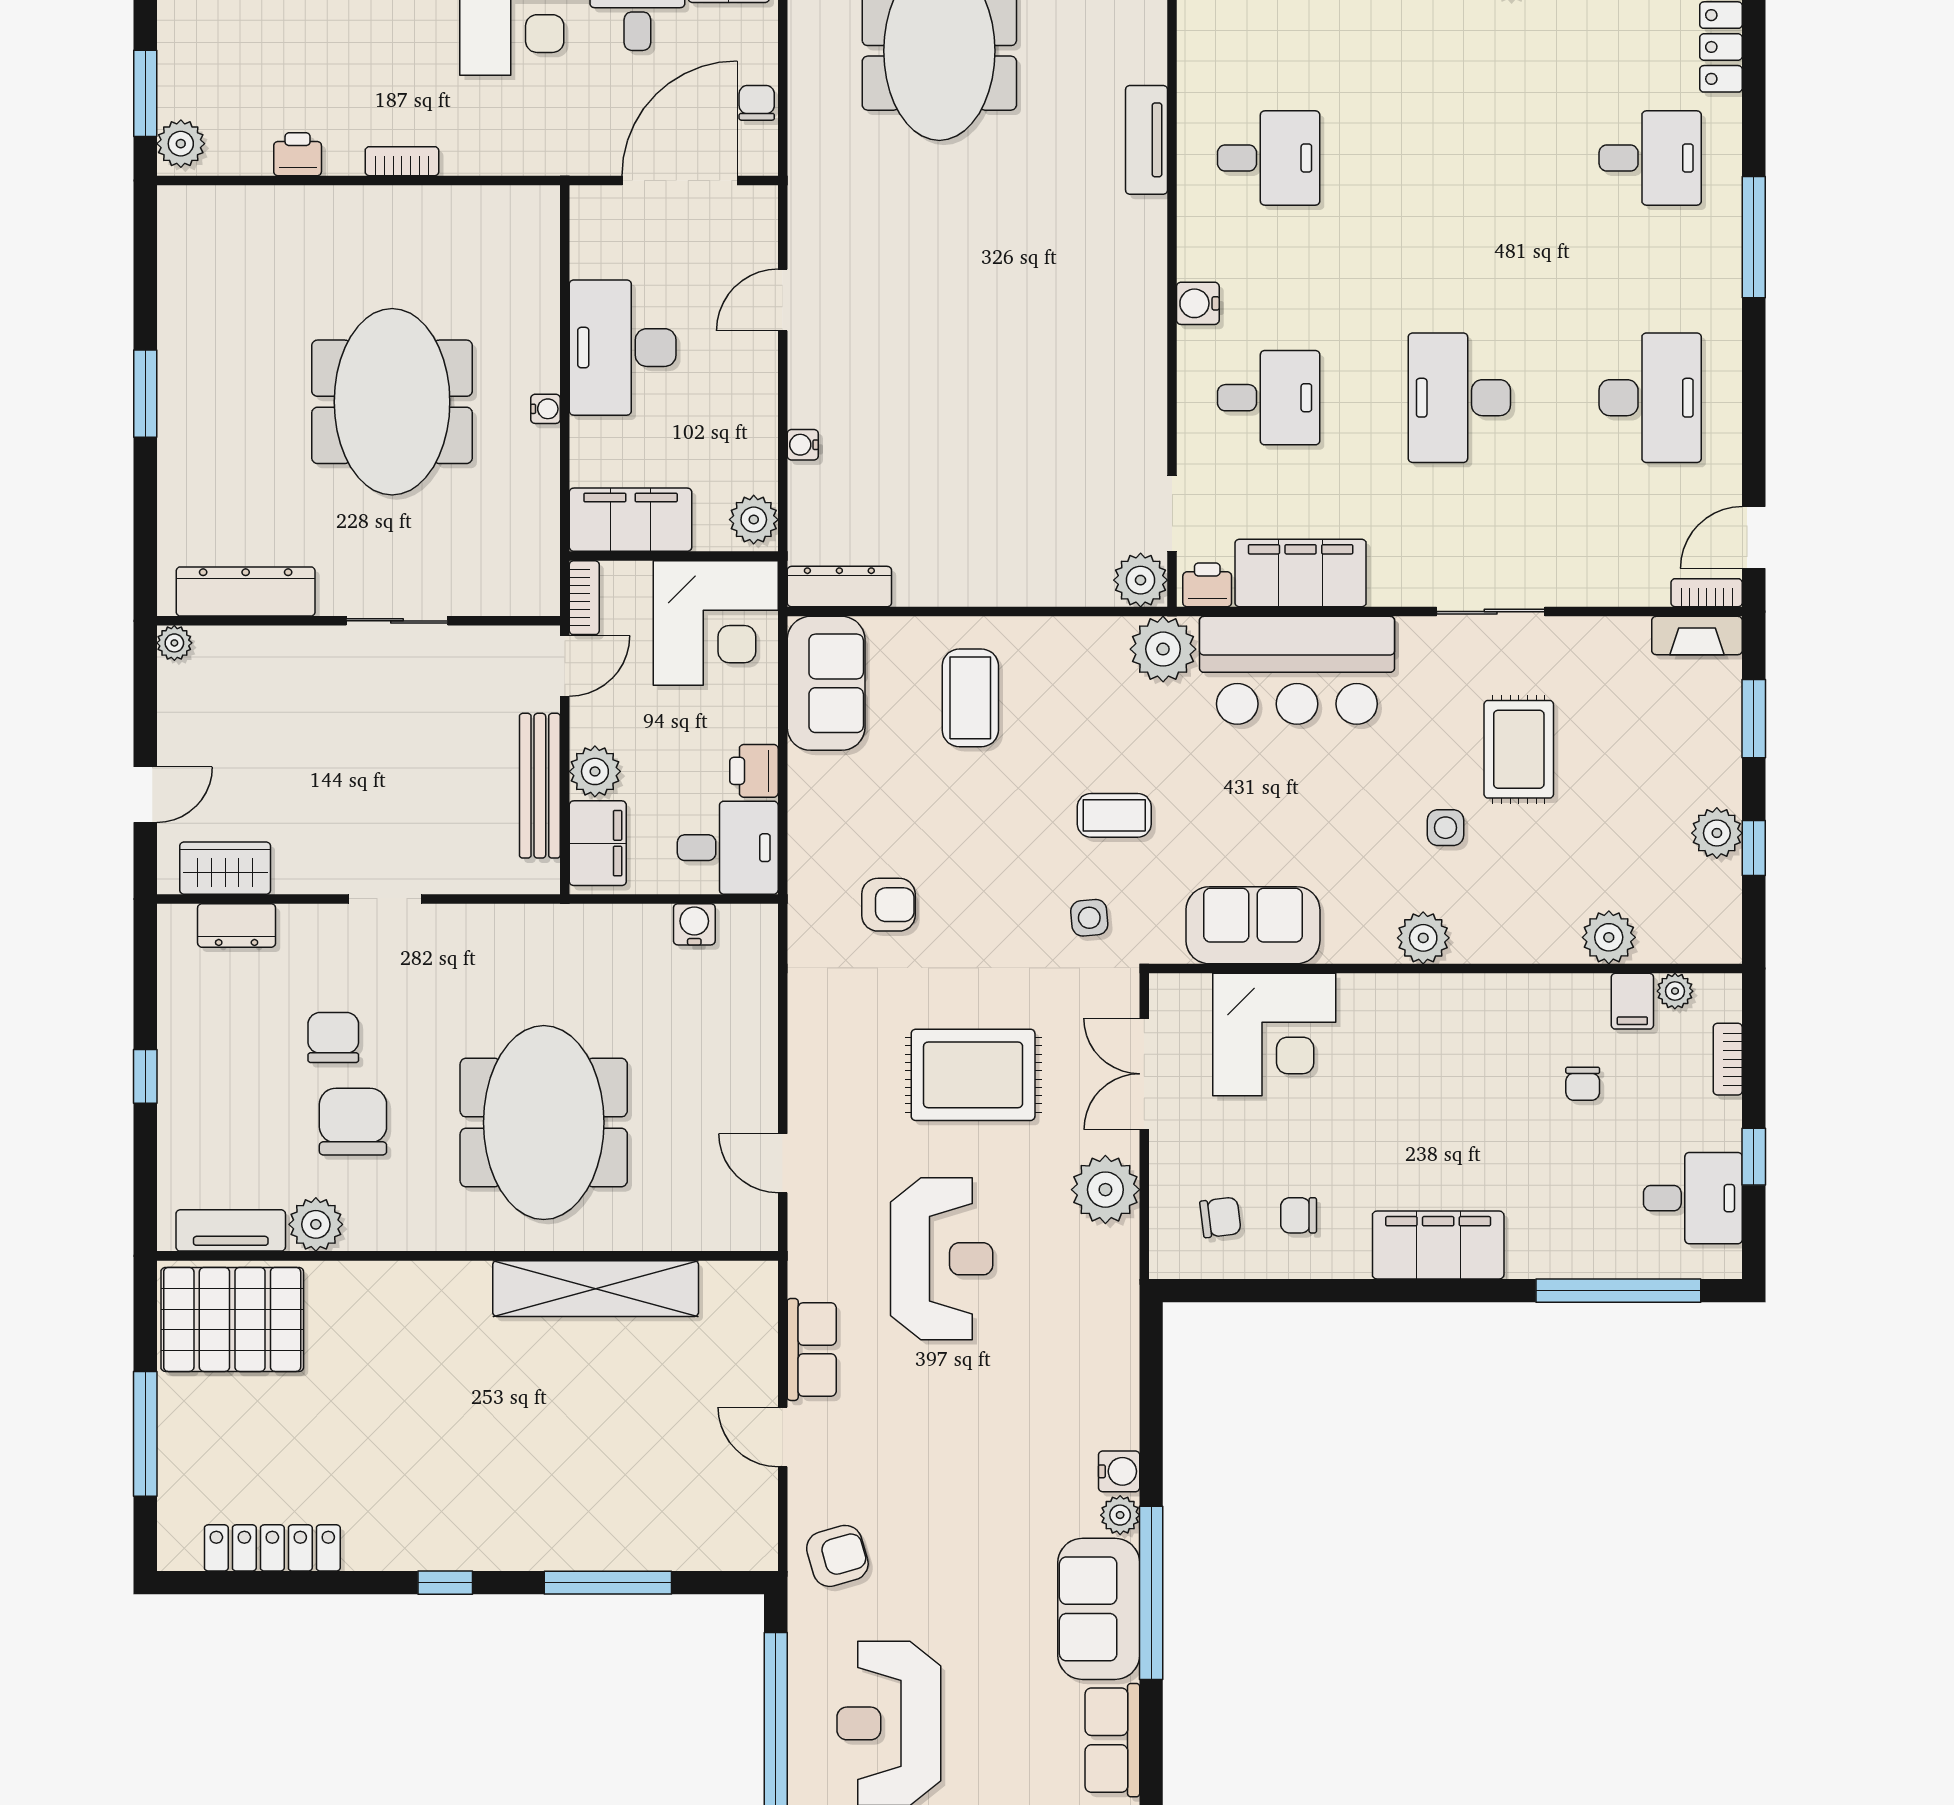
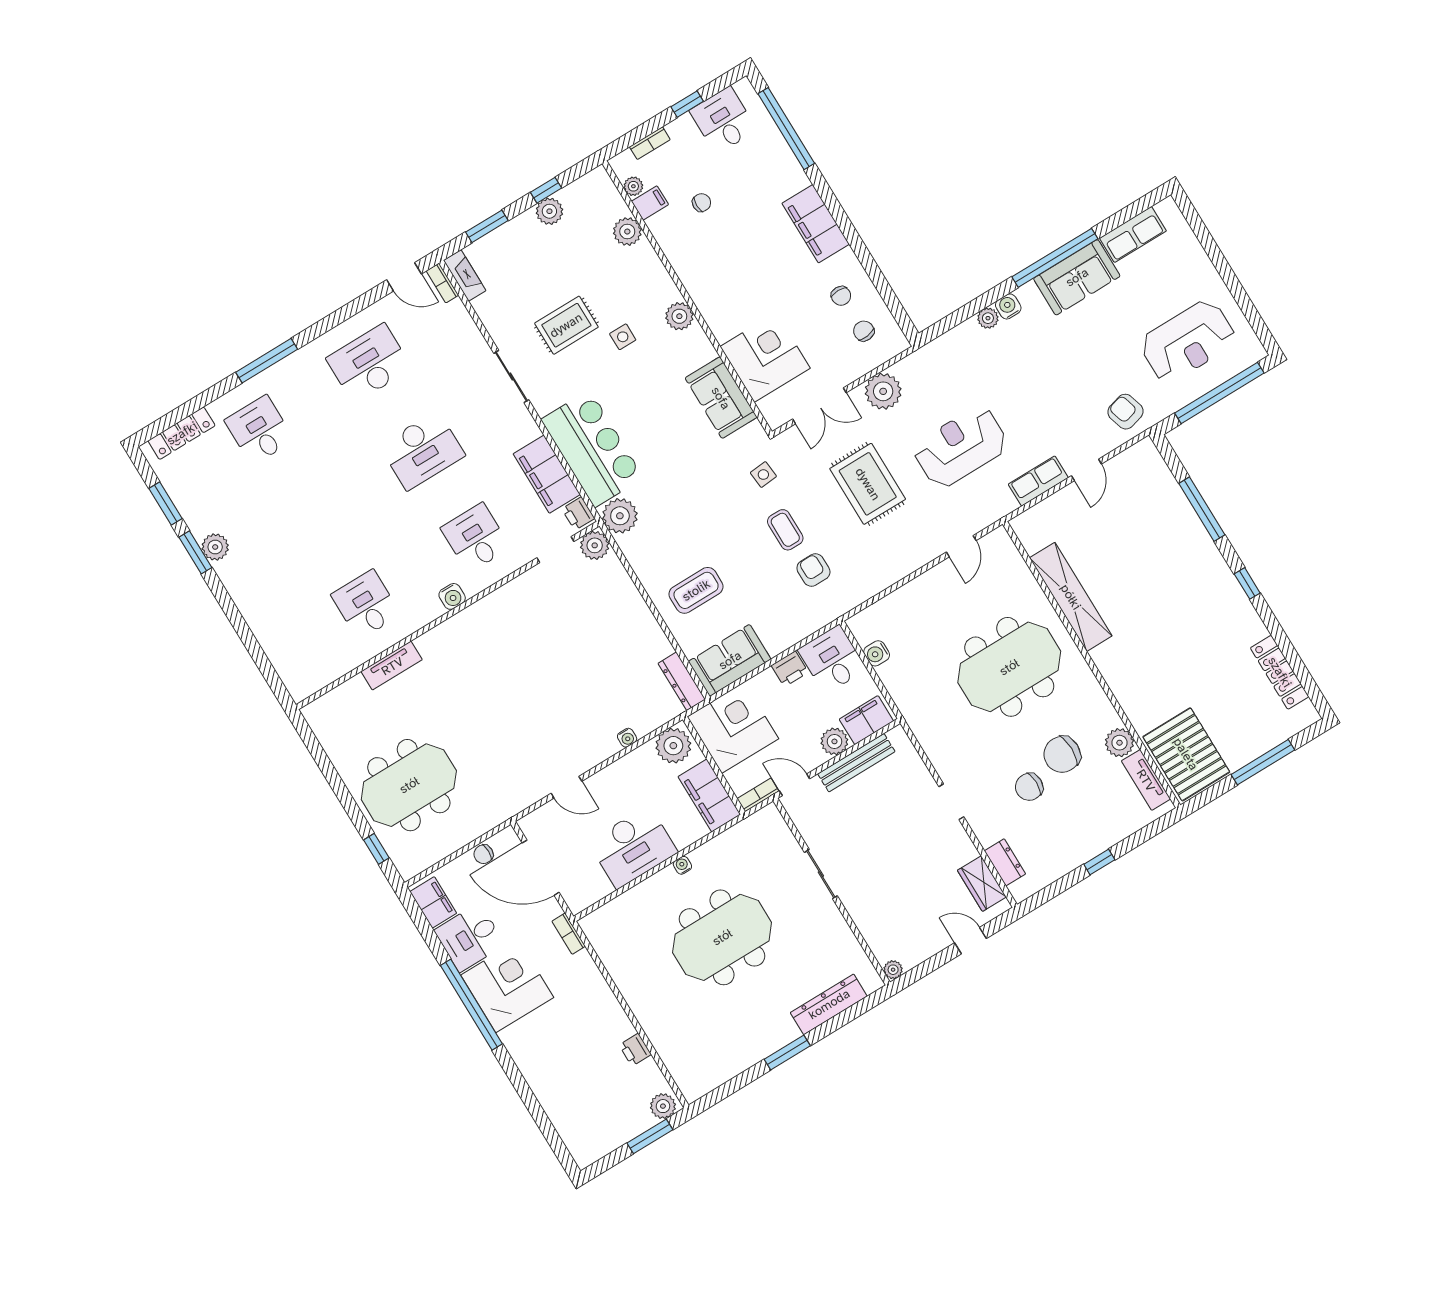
bookcase: (402, 161) -> (569, 934), moved
plant: (754, 520) -> (673, 746), width x1.36, depth x1.36
dresser: (246, 591) -> (829, 1004), moved, turned 90
coffee table: (1114, 815) -> (785, 530), moved
plant: (1120, 1515) -> (988, 318), moved

